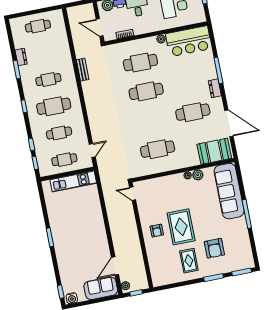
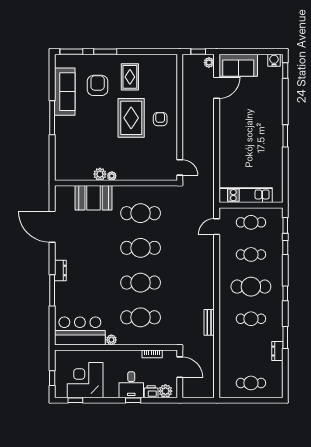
cafe table: (193, 112) -> (141, 248), moved
booth: (214, 151) -> (94, 198), moved
sofa: (229, 191) -> (65, 92), moved, width x0.74, depth x0.79

